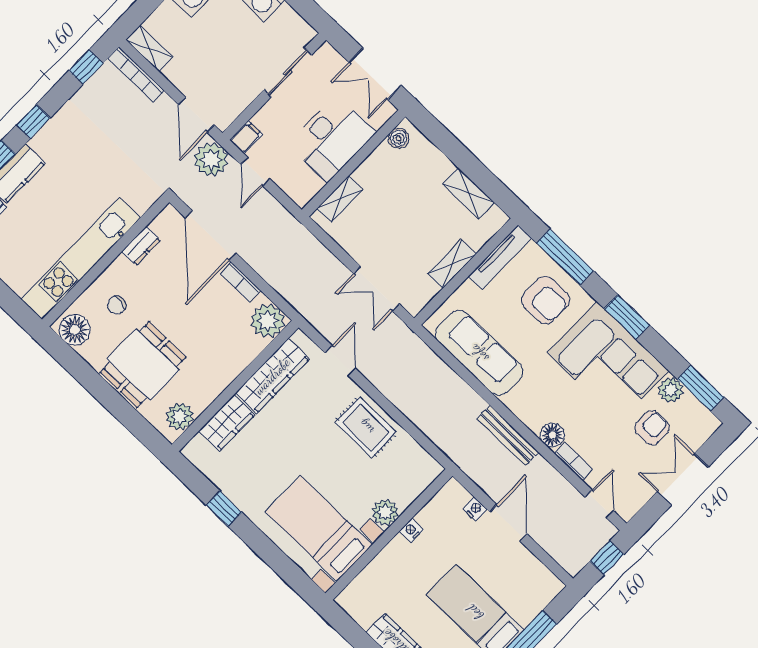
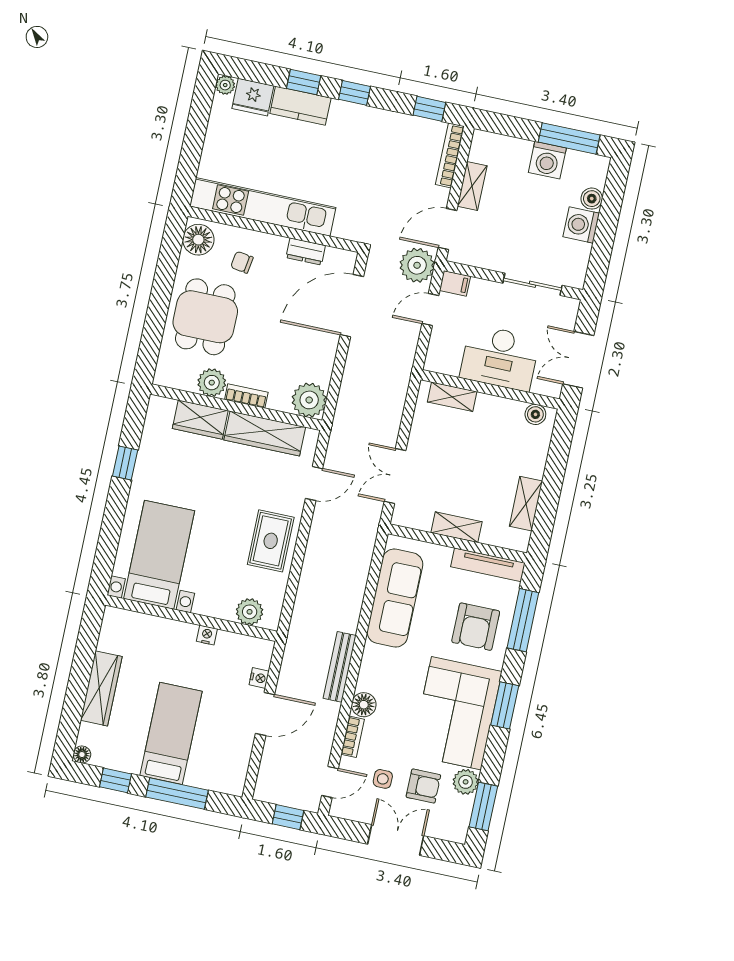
shelving: (149, 48) -> (472, 186), moved
bookcase: (240, 282) -> (246, 396), moved, turned 90
dining table: (143, 365) -> (205, 317), turned 90
plant: (180, 417) -> (212, 383), moved
side table: (625, 458) -> (383, 779), added
plant: (385, 512) -> (250, 612), moved

